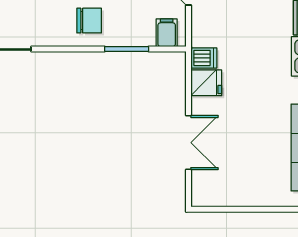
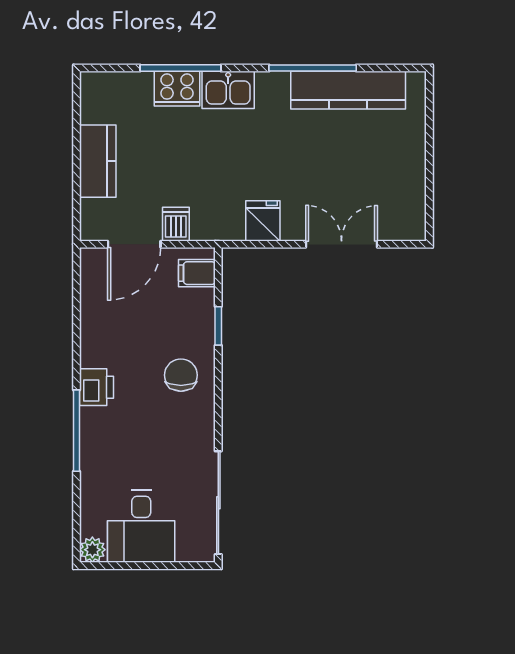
window: (127, 49) -> (218, 326), width x0.67
dishwasher: (204, 58) -> (176, 224), moved

